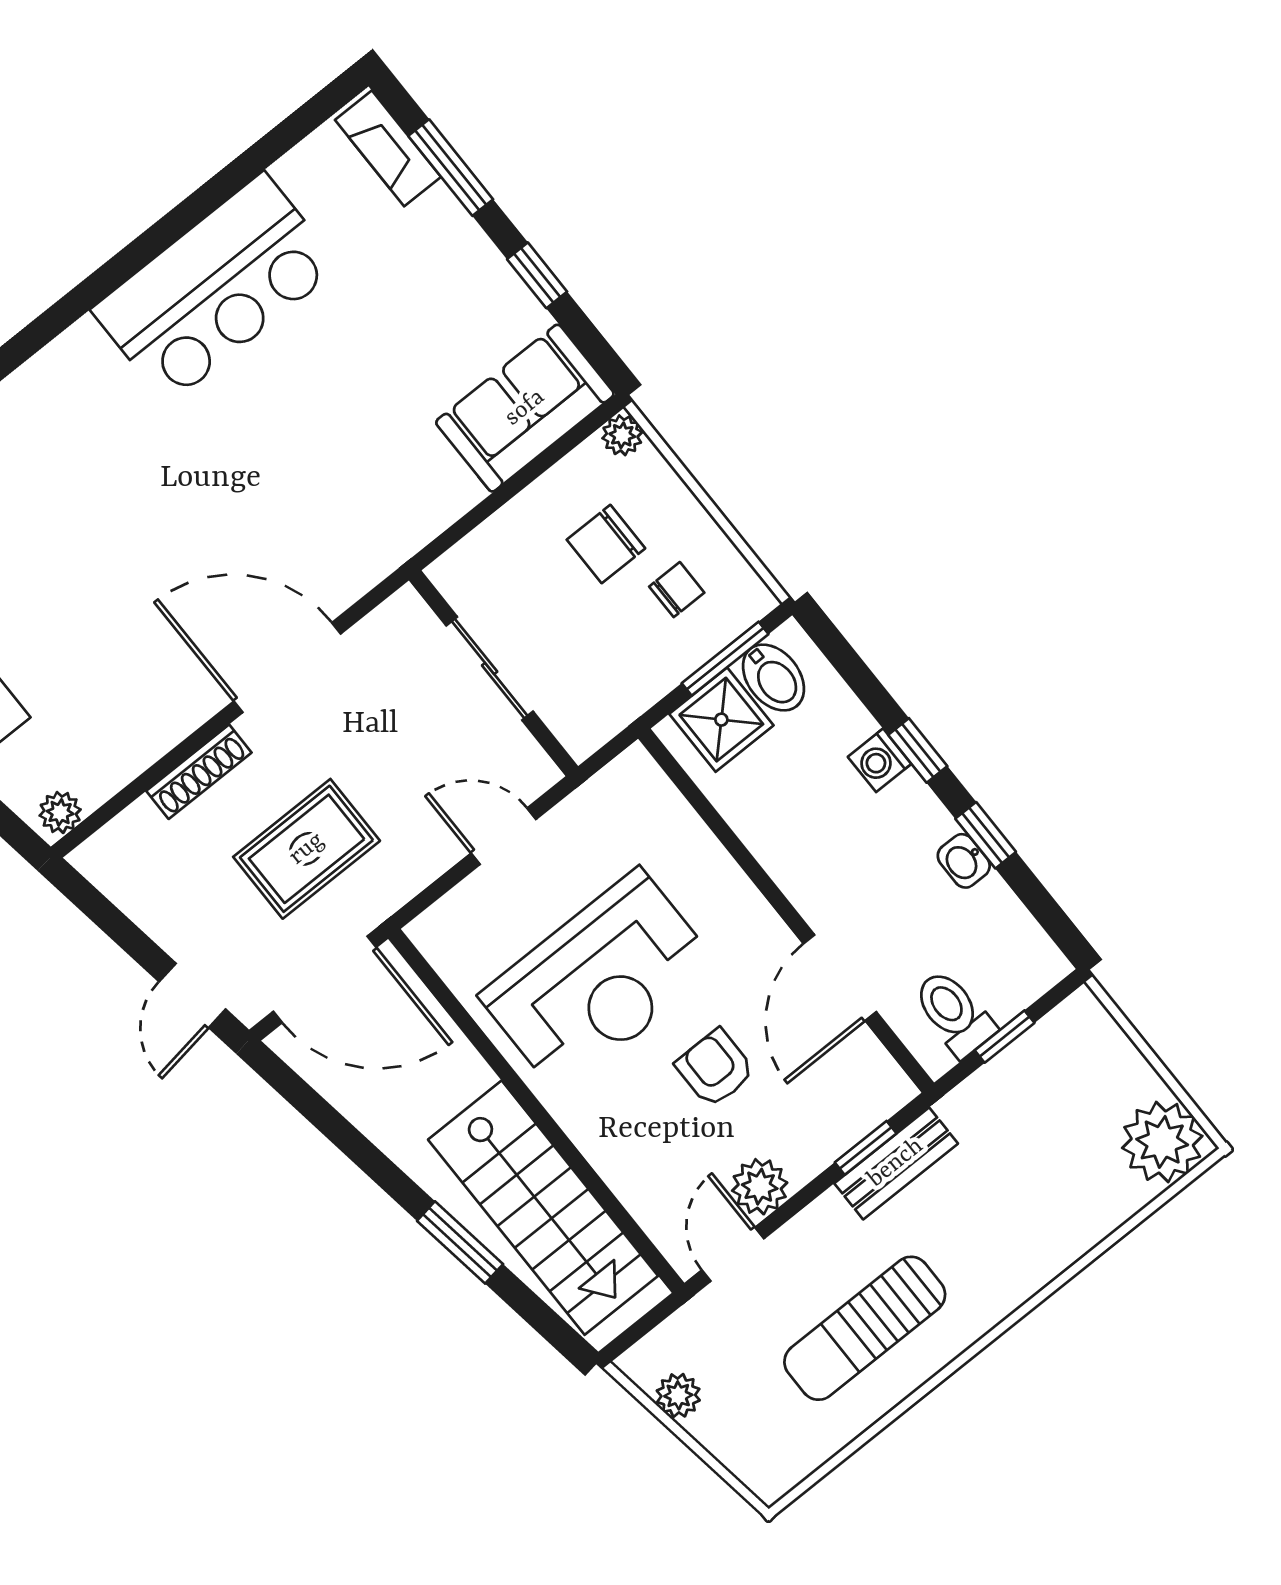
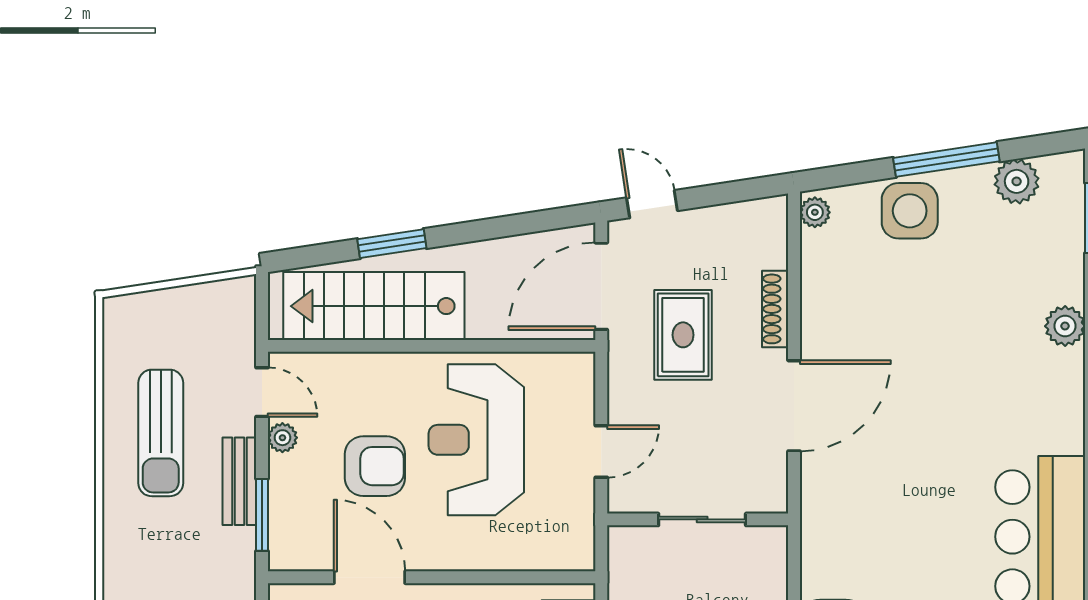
armchair: (715, 1068) -> (375, 466), width x1.38, depth x1.38
window: (866, 1148) -> (262, 515), width x1.50
bench: (896, 1163) -> (239, 481), moved
plant: (760, 1187) -> (282, 438), width x0.73, depth x0.73
sun lounger: (865, 1328) -> (161, 433), turned 180
plant: (678, 1395) -> (207, 297), removed

